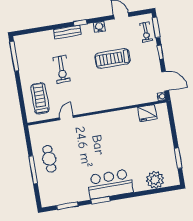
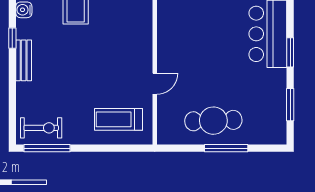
exercise bike: (62, 69) -> (41, 128), moved
door: (66, 118) -> (155, 84), swing flipped
cafe table: (49, 159) -> (213, 121), width x1.37, depth x1.35

